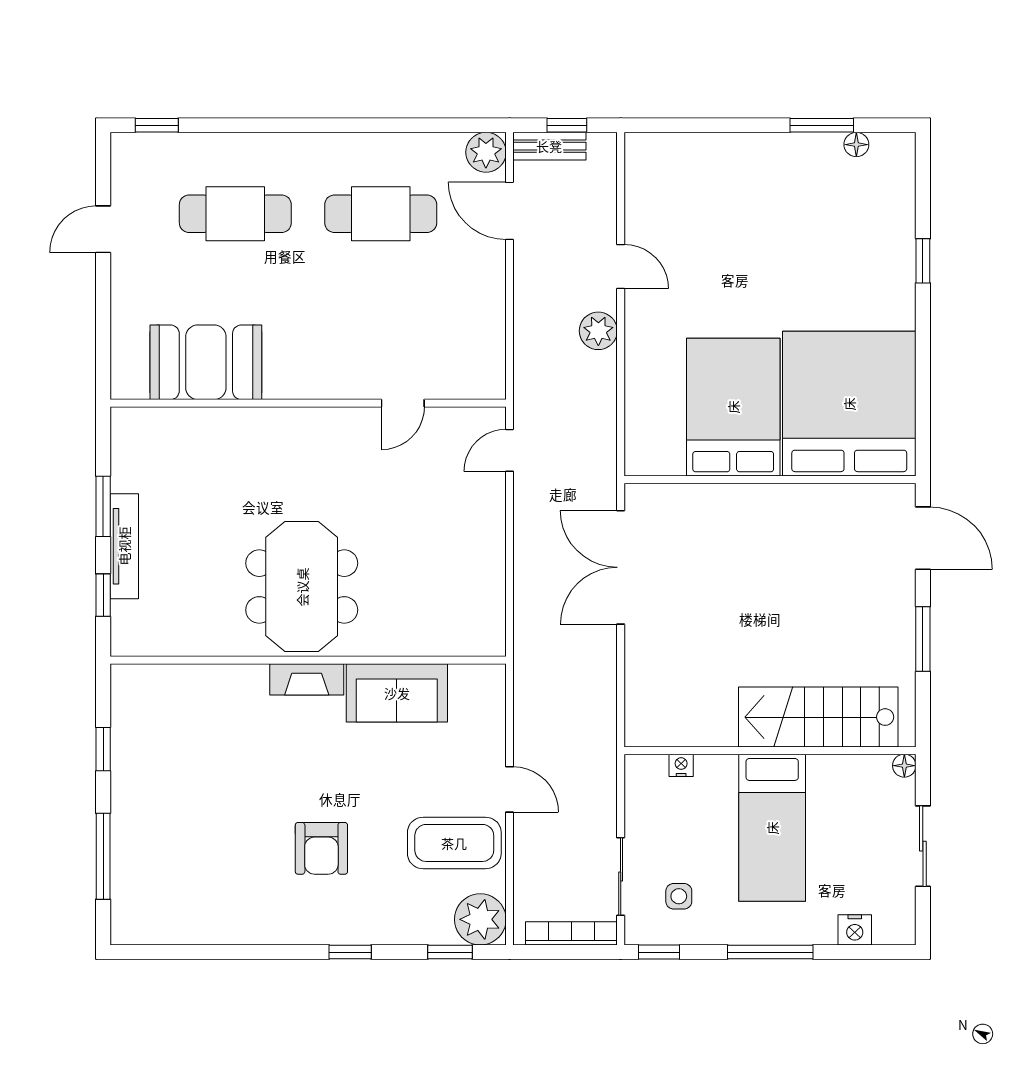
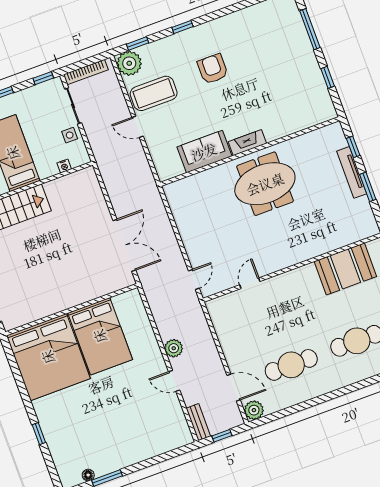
bench: (549, 146) -> (198, 422), moved, turned 90
meeting table: (302, 587) -> (265, 184), turned 90
side table: (679, 896) -> (70, 135), moved

